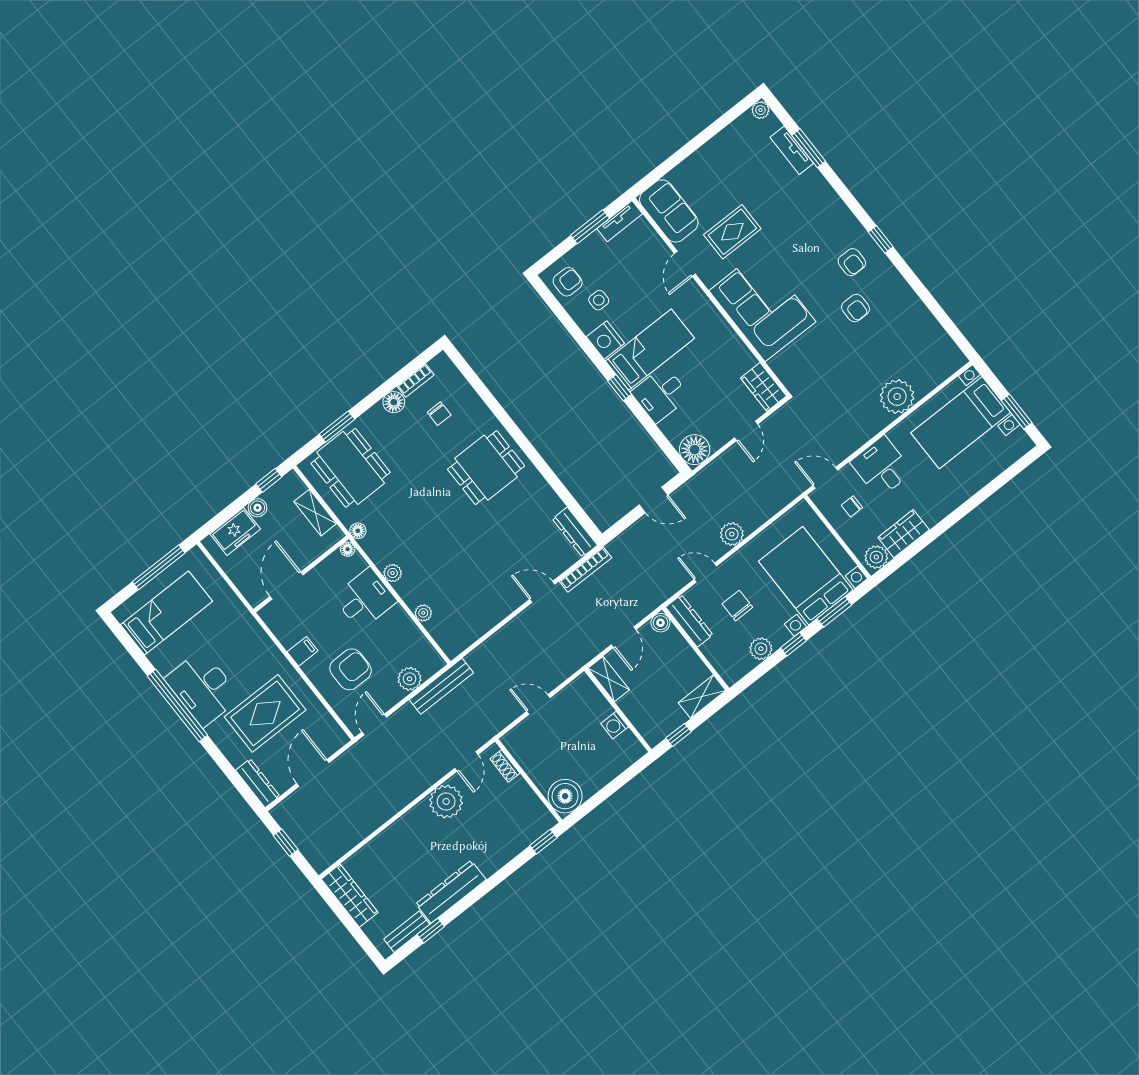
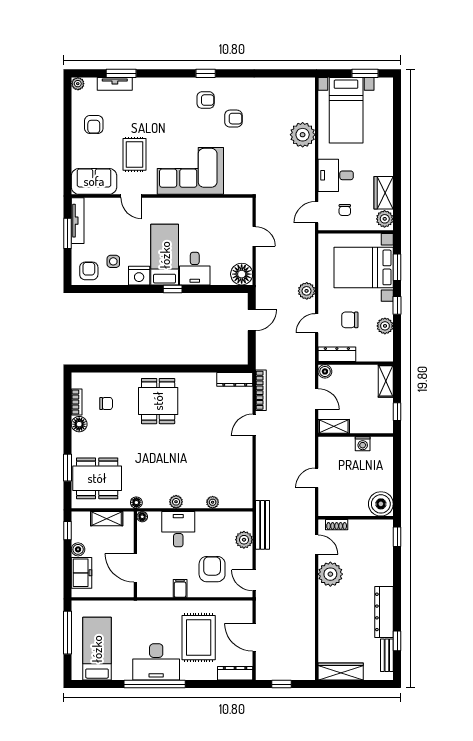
armchair: (730, 162) -> (94, 124), added
tv unit: (620, 221) -> (78, 221), width x1.41
wardrobe: (763, 387) -> (237, 207), removed

